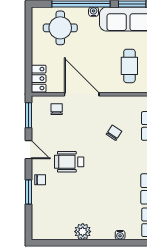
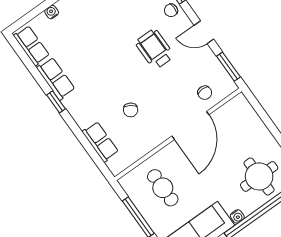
locker: (39, 79) -> (244, 110), removed
door: (82, 94) -> (190, 125), hinge flipped
wheelchair: (69, 162) -> (155, 49), turned -90

